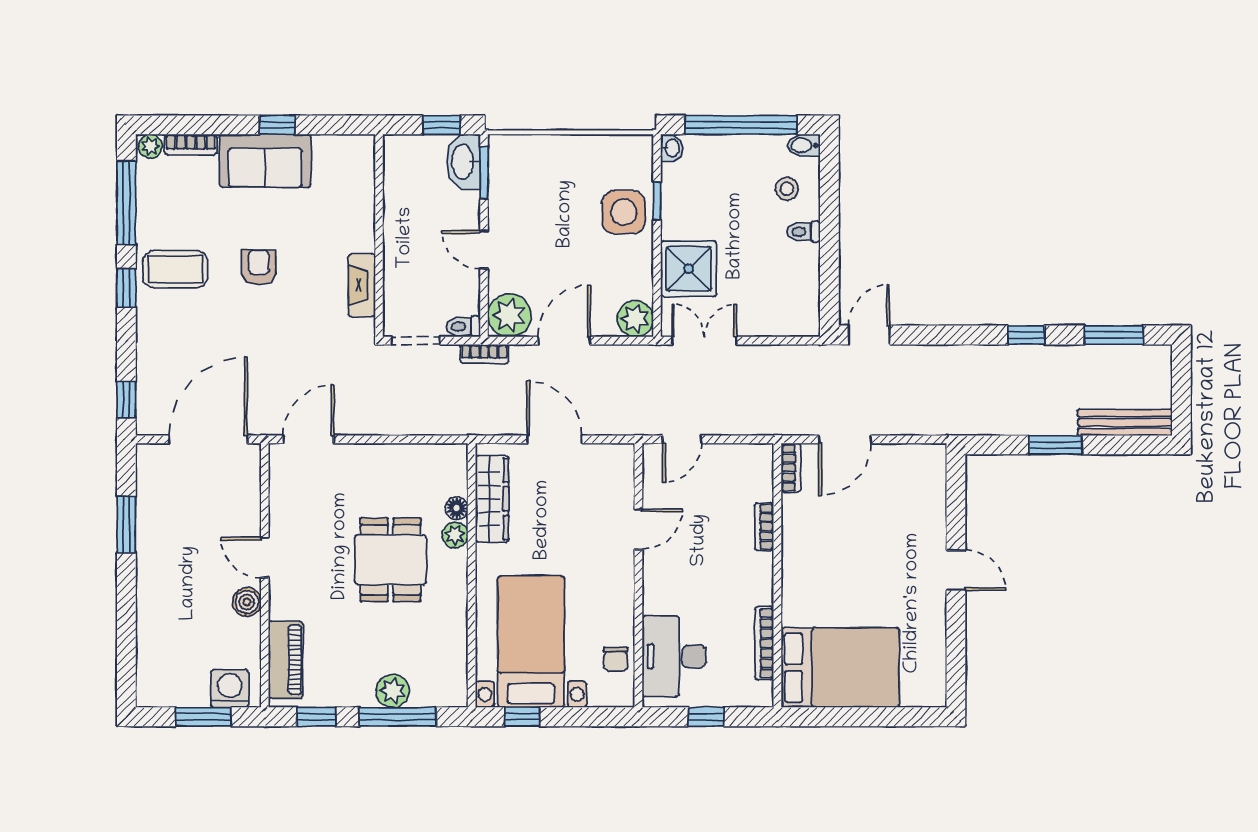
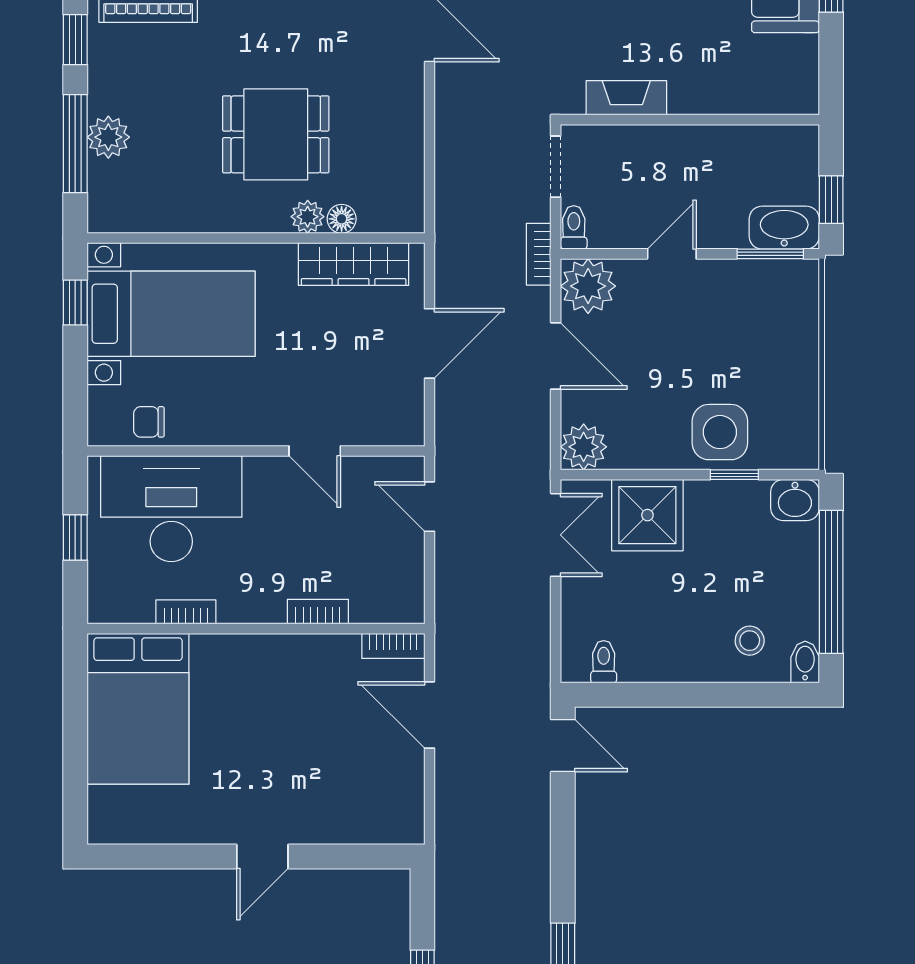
washbasin: (672, 148) -> (795, 500), width x1.38, depth x1.45
toilet: (803, 232) -> (604, 662), moved
bookcase: (764, 643) -> (186, 612), width x0.64
desk: (674, 656) -> (171, 509), width x1.36, depth x1.30

